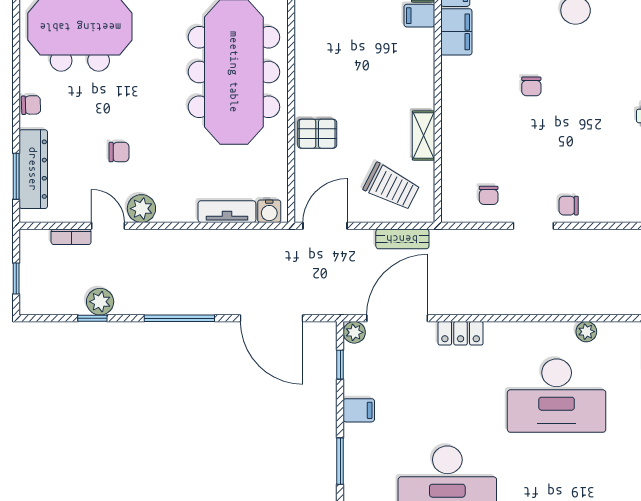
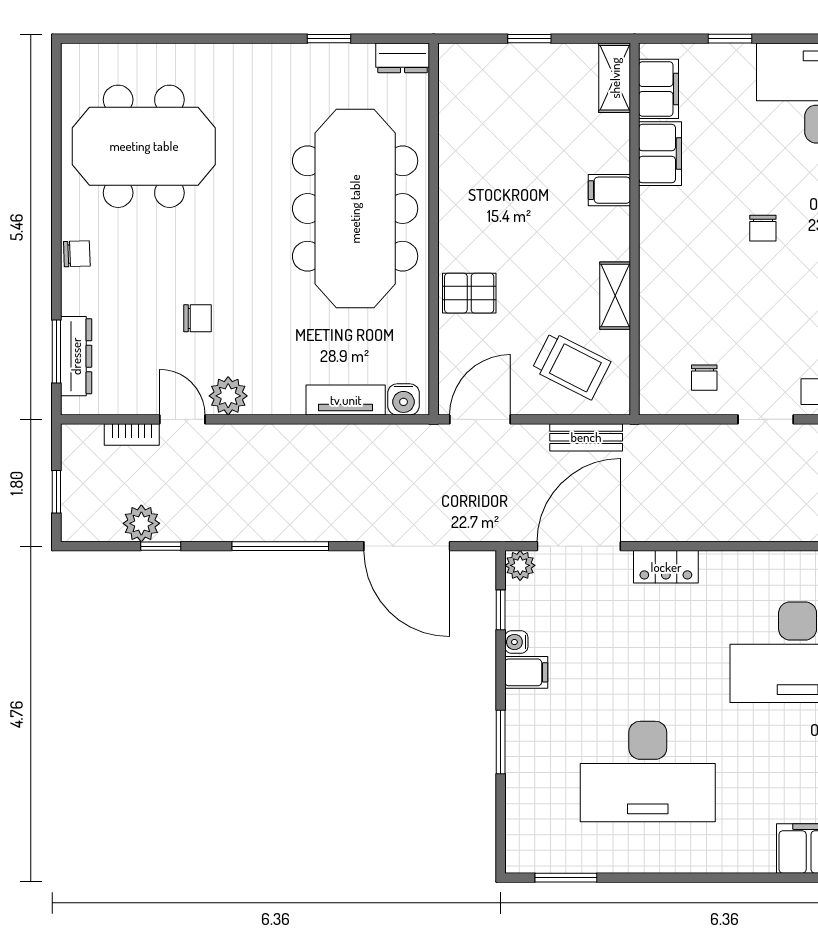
filing cabinet: (419, 16) -> (609, 190), moved
dresser: (33, 169) -> (76, 356), width x0.73, depth x0.80
plant: (100, 302) -> (141, 523), moved
water cooler: (351, 388) -> (516, 642), added

